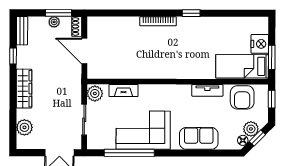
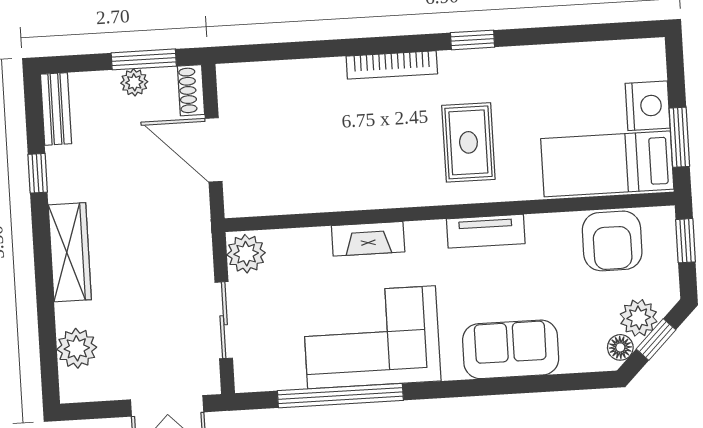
rug: (187, 54) -> (468, 142), added
fireplace: (124, 90) -> (368, 239), moved
tv unit: (207, 90) -> (486, 231), moved

